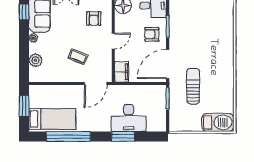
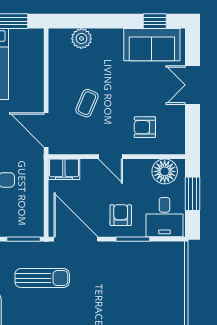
plant: (33, 38) -> (115, 35), removed

